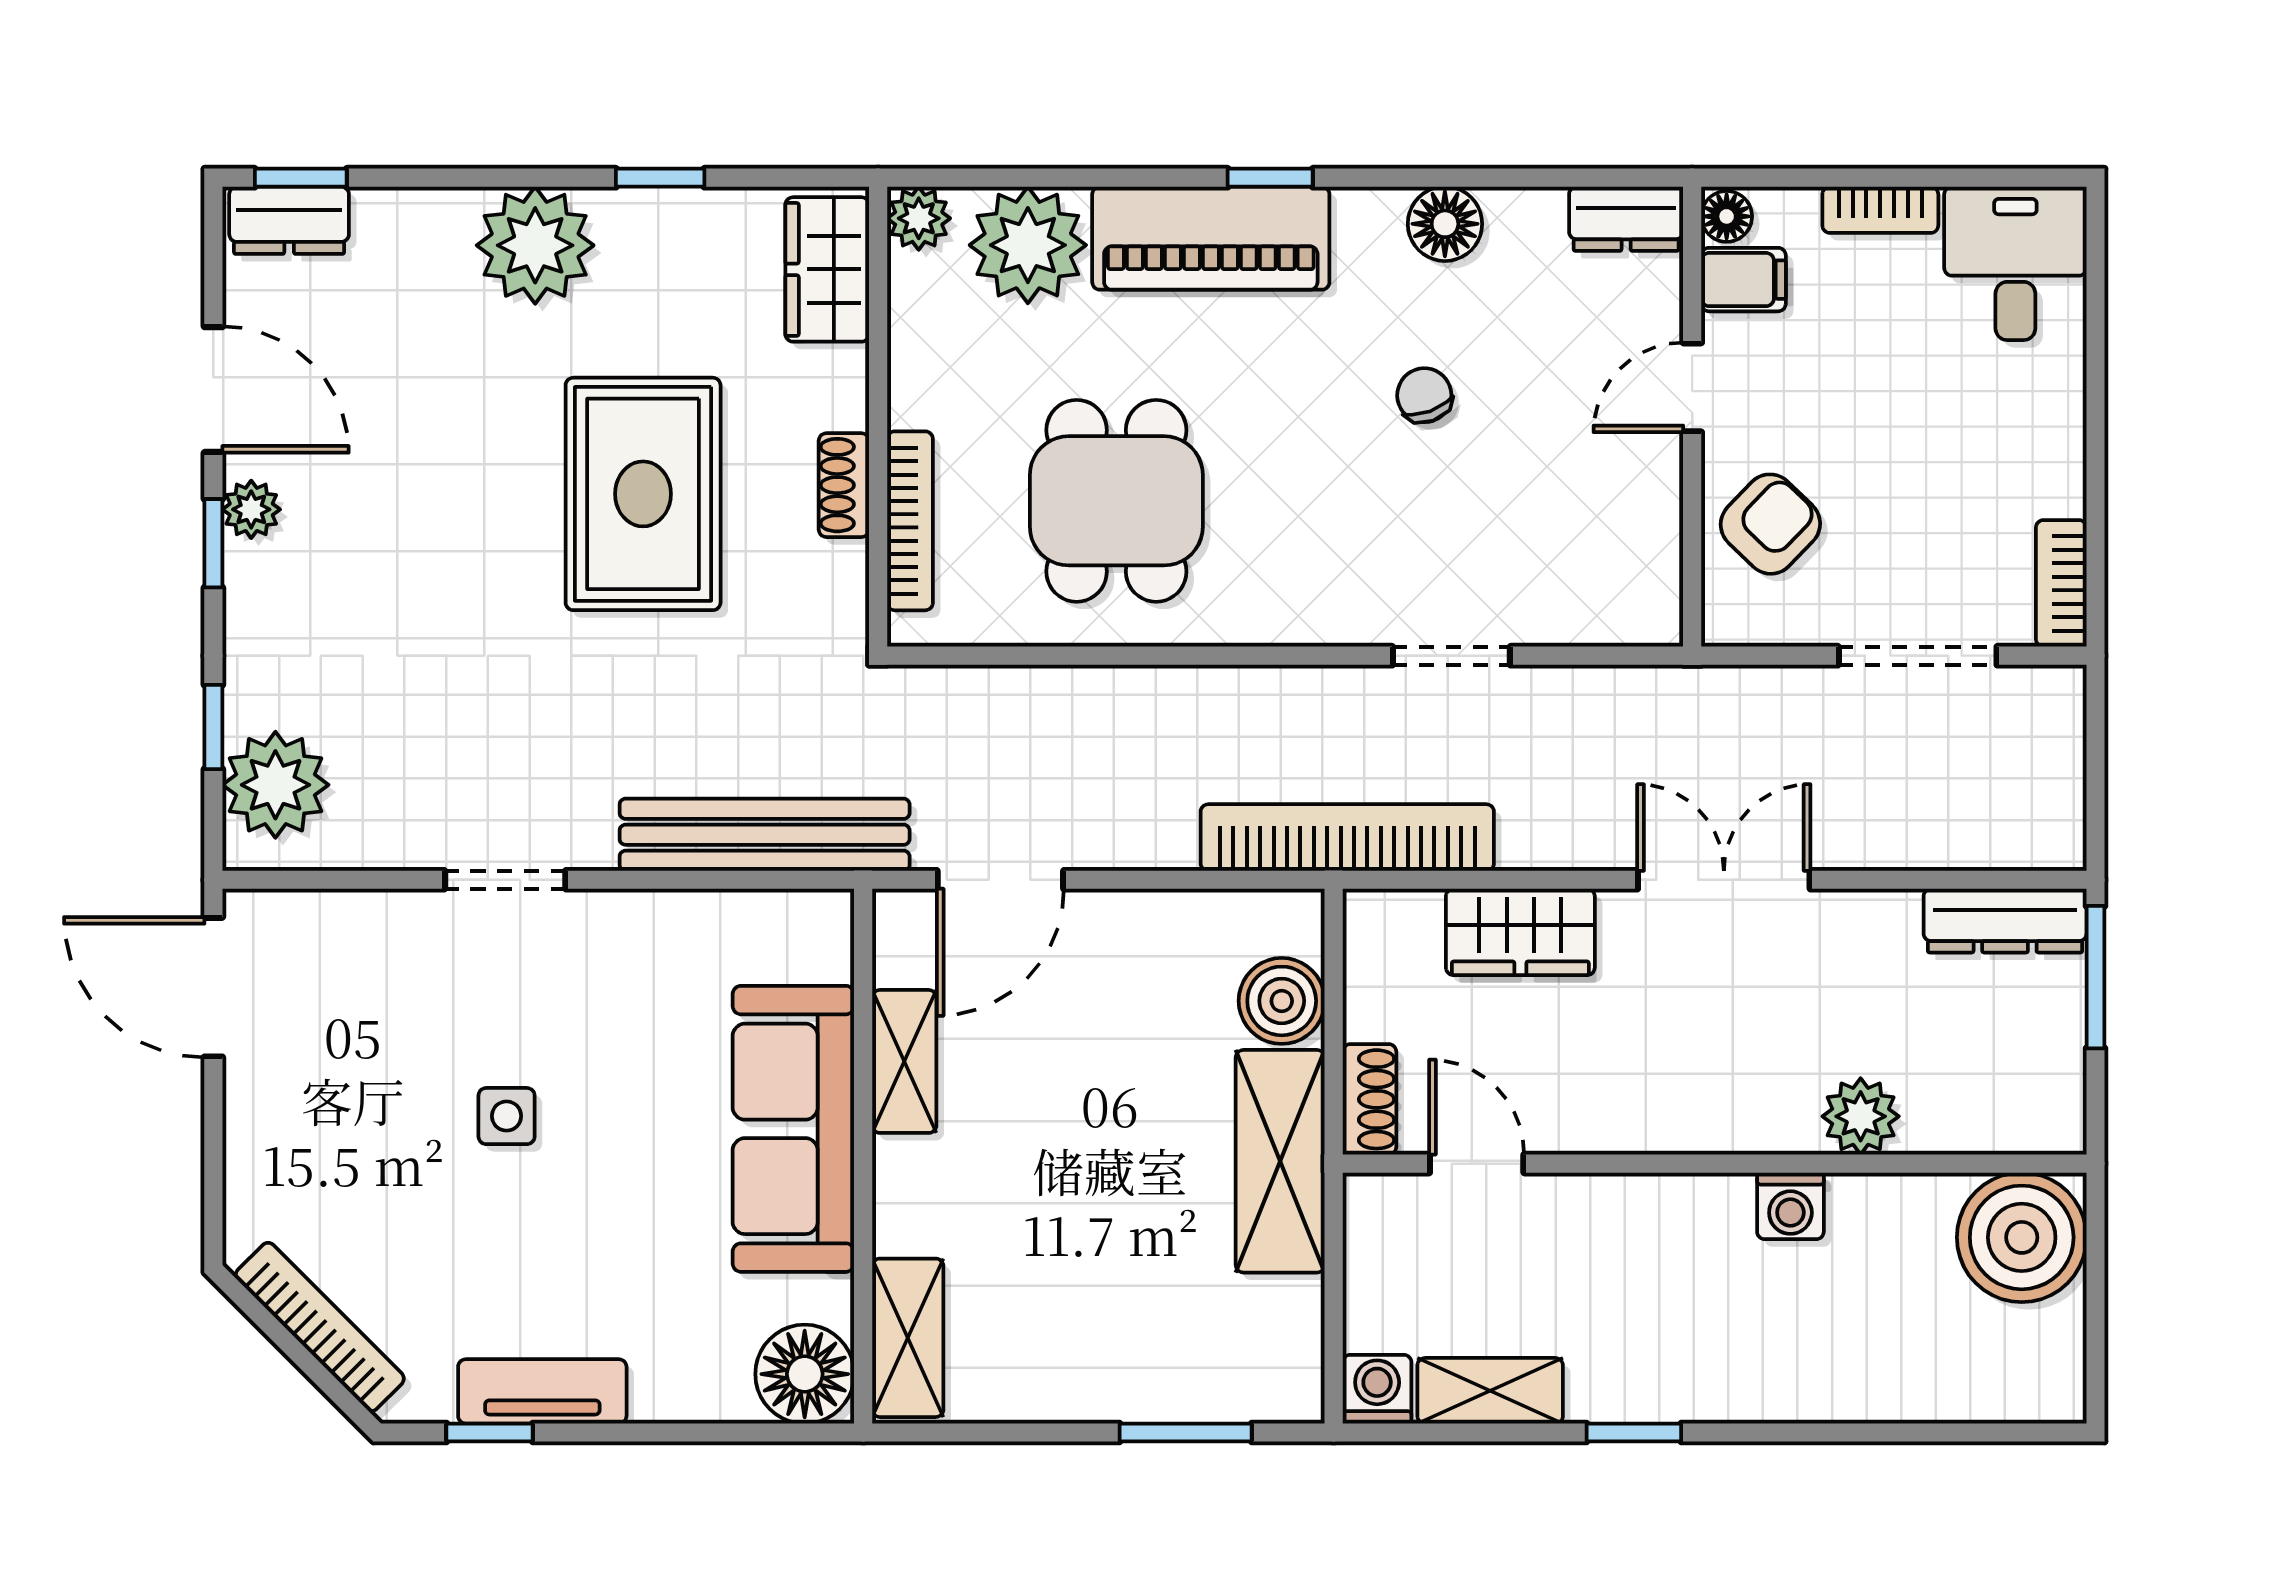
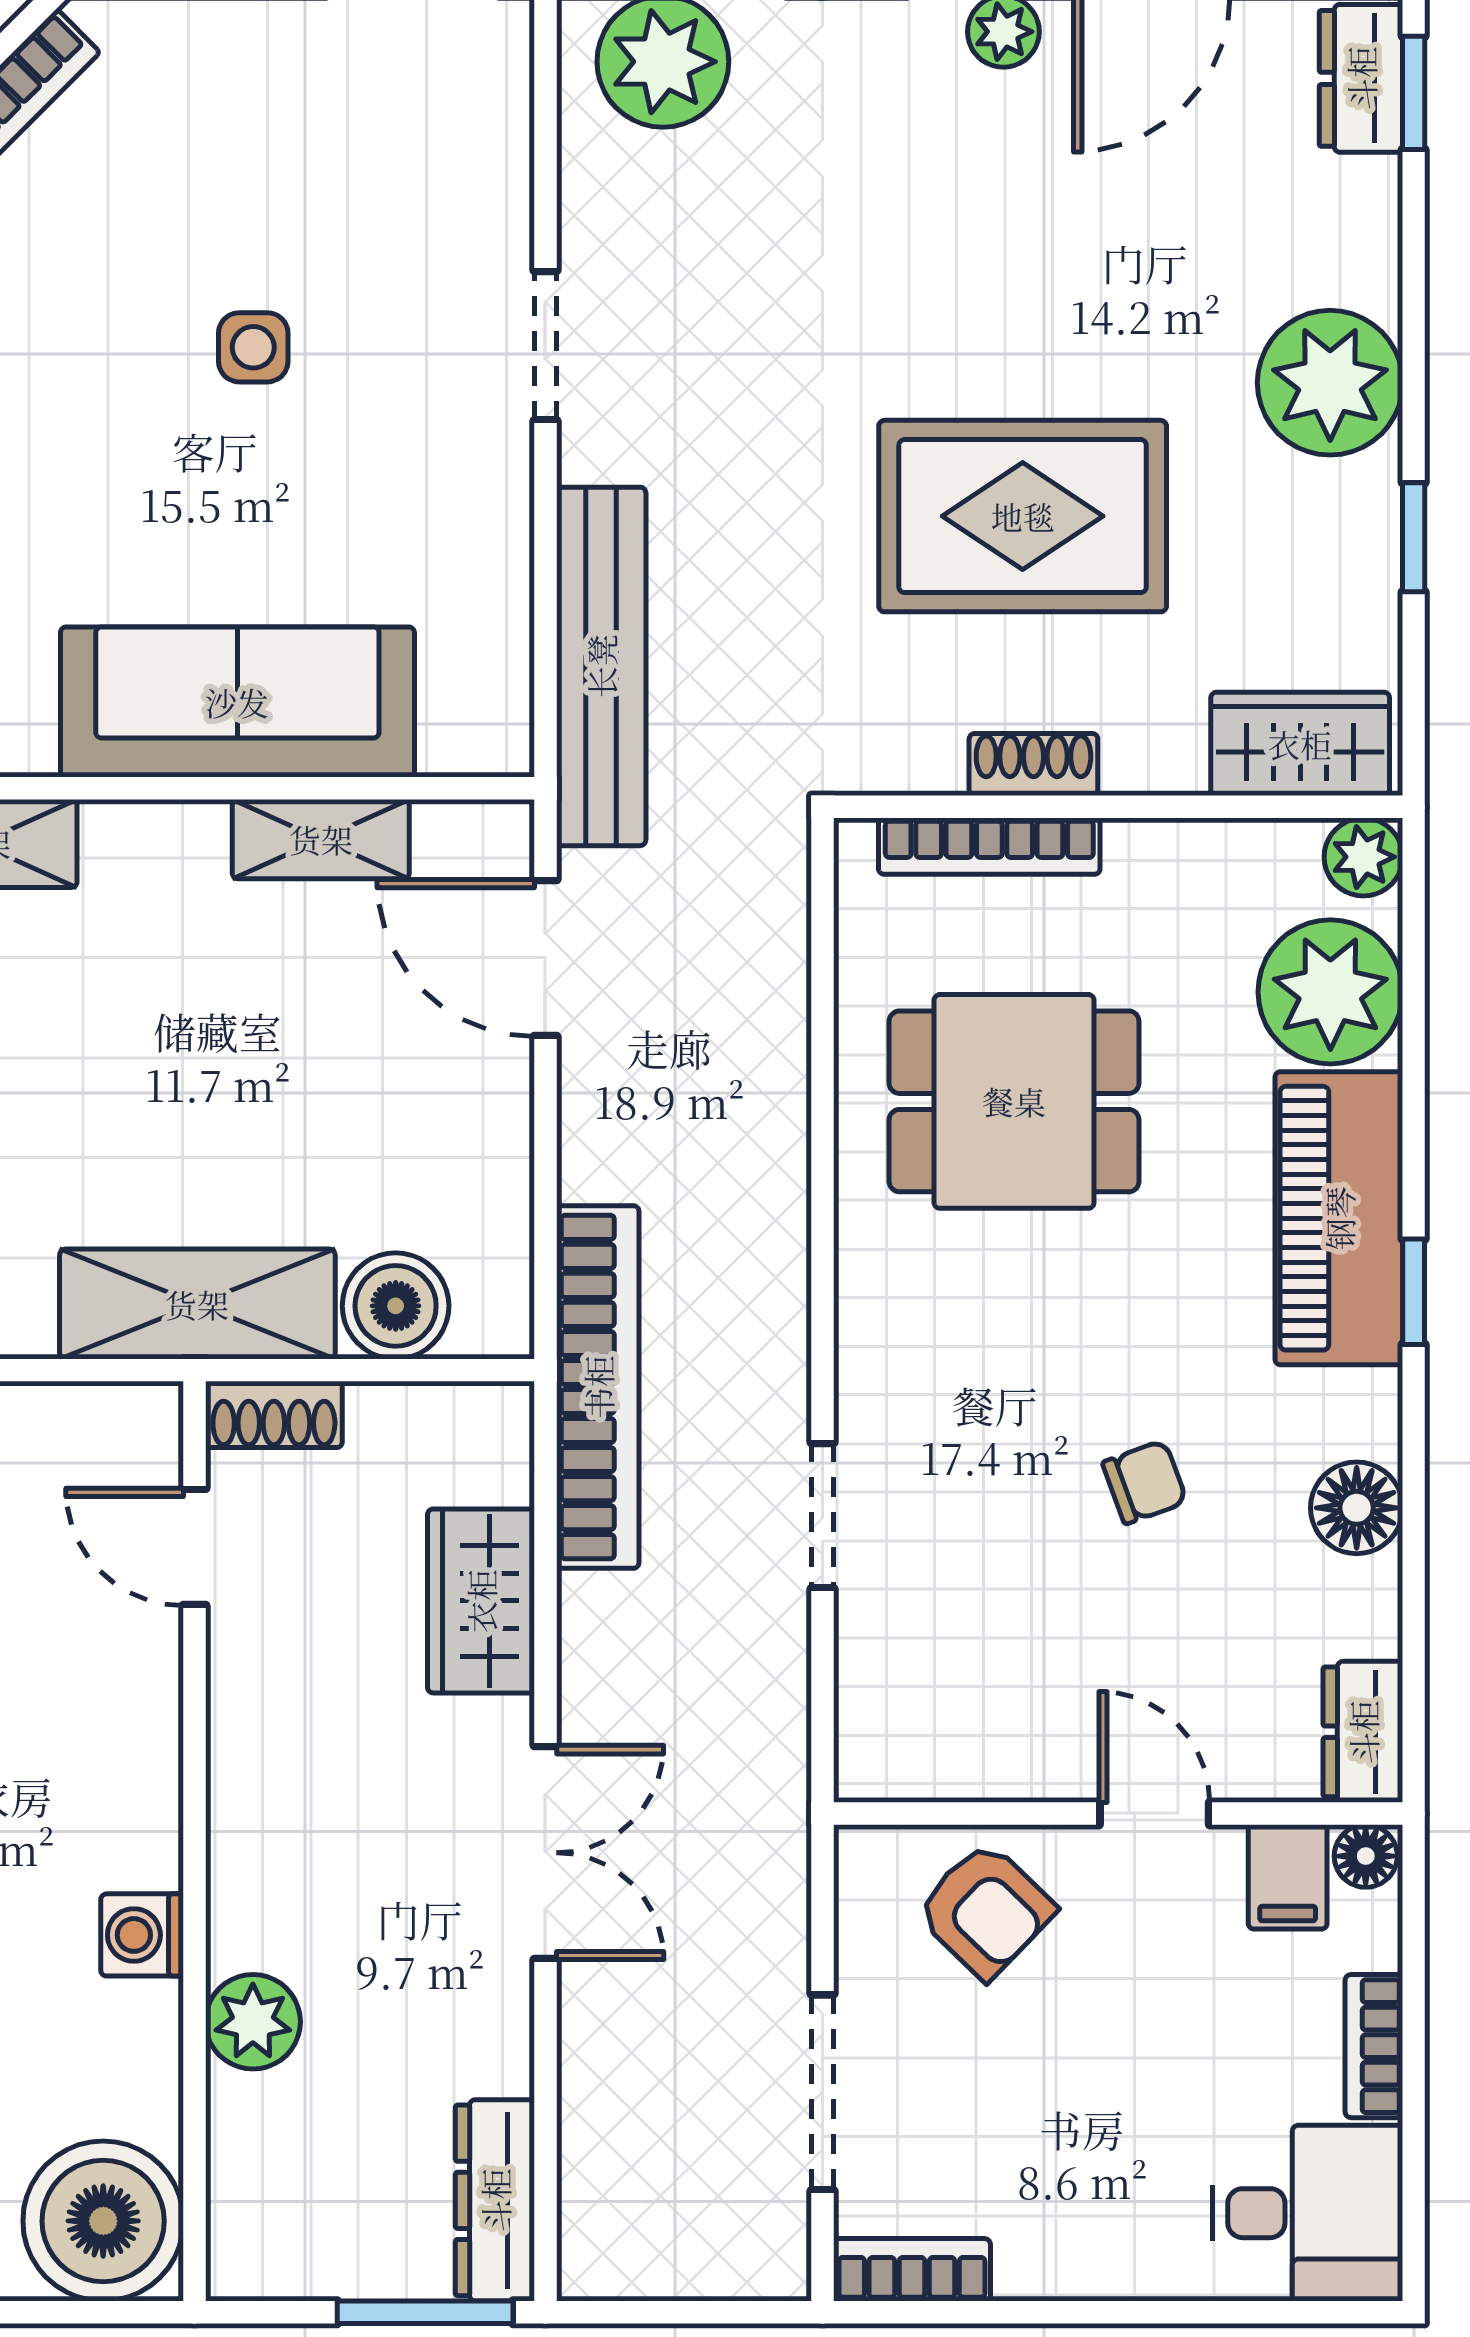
door: (1477, 1164) -> (194, 1547), swing flipped

